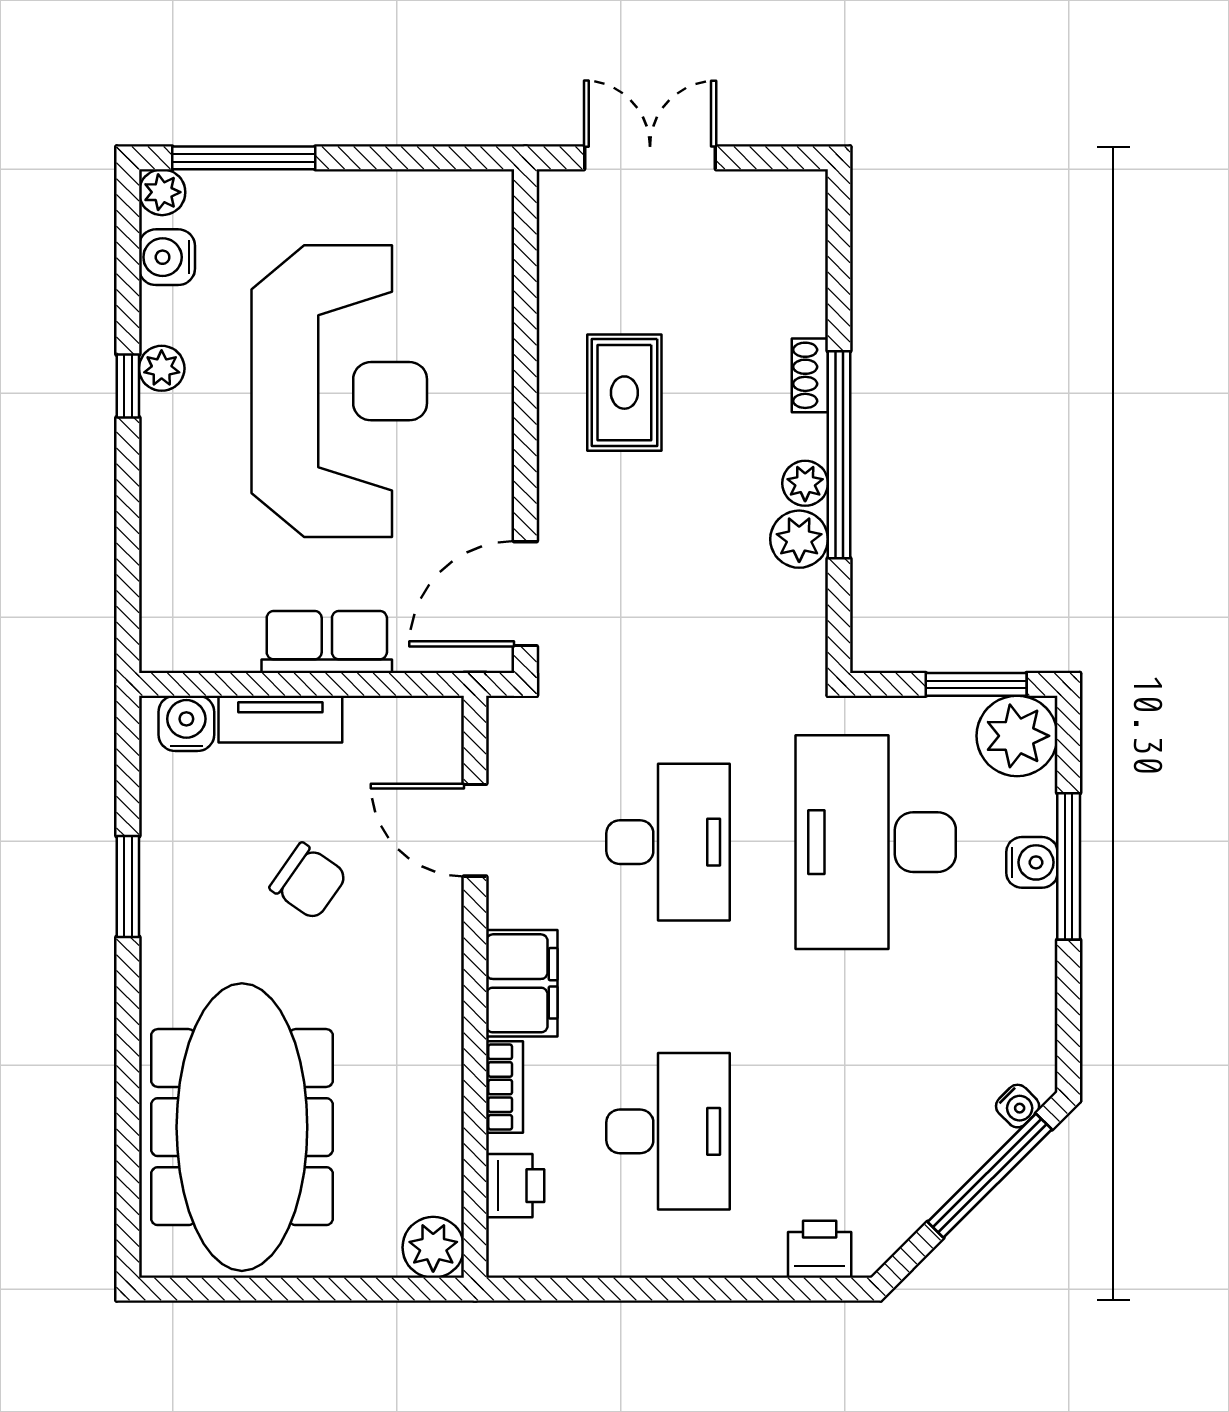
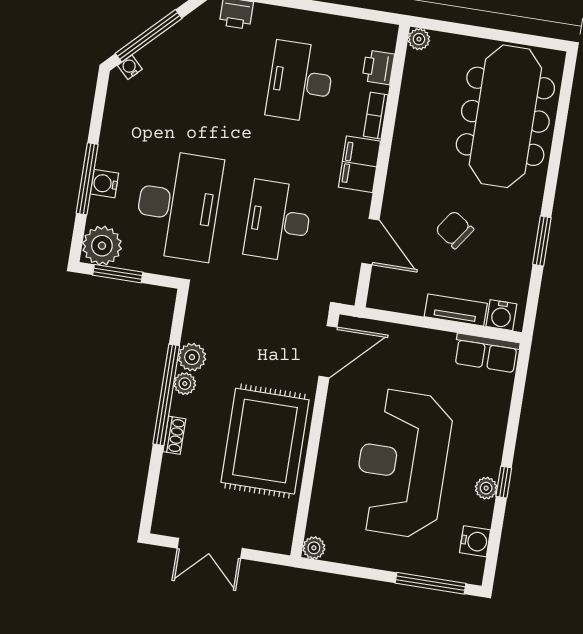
double door: (650, 158) -> (210, 548), moved
plant: (162, 192) -> (314, 548), moved
rug: (624, 393) -> (265, 441), width x1.86, depth x2.06
row of seats: (327, 642) -> (486, 353), moved
plant: (433, 1247) -> (419, 39), width x0.73, depth x0.73

